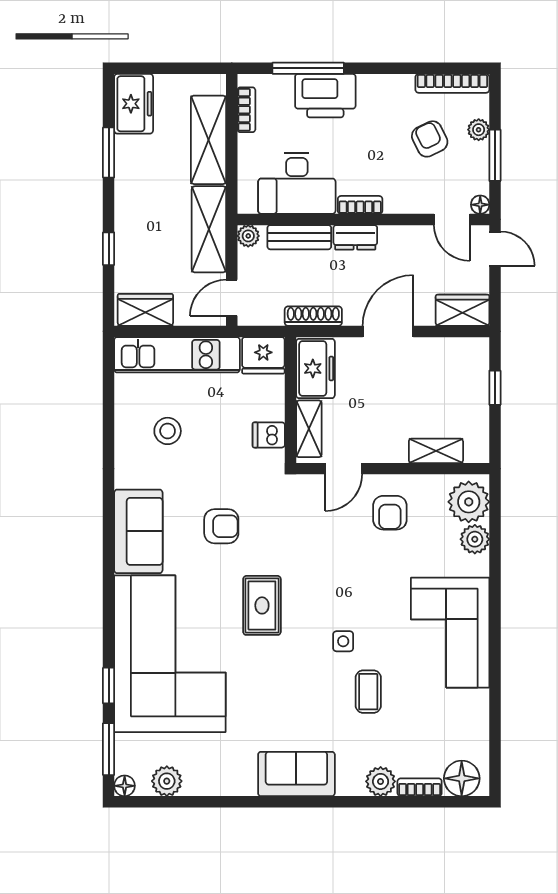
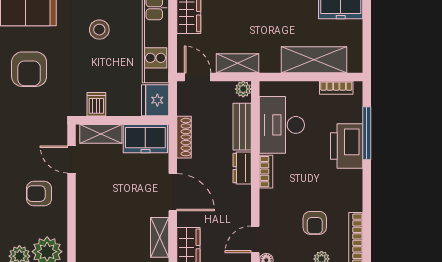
armchair: (430, 139) -> (315, 223), turned 116
shelving: (209, 229) -> (238, 63), width x0.67, depth x0.75
shelving: (436, 451) -> (160, 237), moved
armchair: (221, 526) -> (29, 69), width x1.38, depth x1.38

